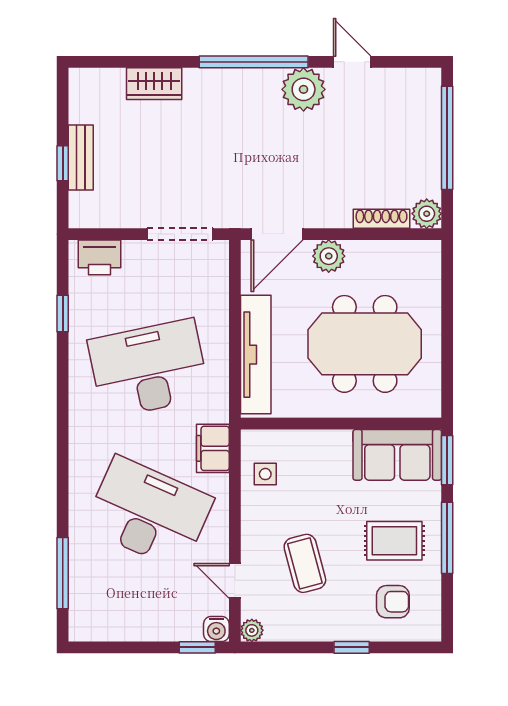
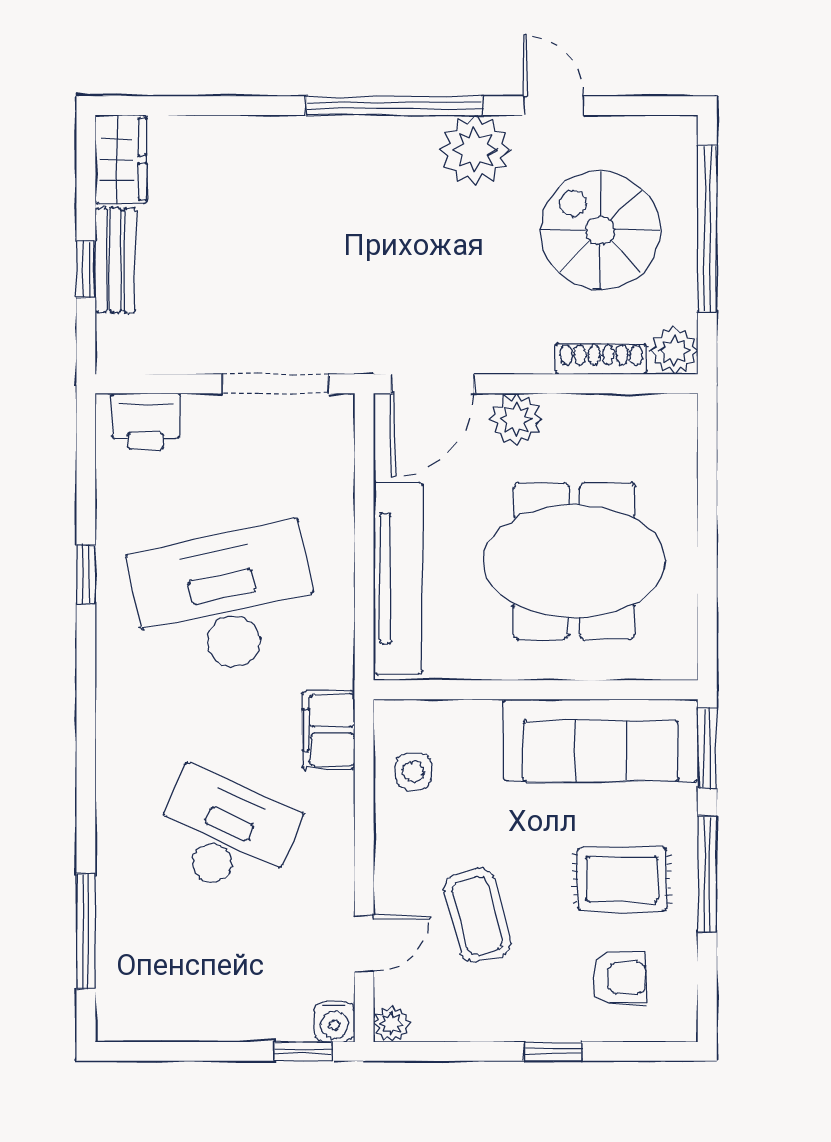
wardrobe: (154, 84) -> (121, 159), moved, turned -90
spiral stairs: (381, 139) -> (600, 230), added
window: (63, 314) -> (86, 574), moved
sofa: (397, 455) -> (601, 740), width x1.36
desk: (149, 513) -> (225, 834), width x0.73, depth x0.77
door: (235, 581) -> (364, 944), swing flipped

